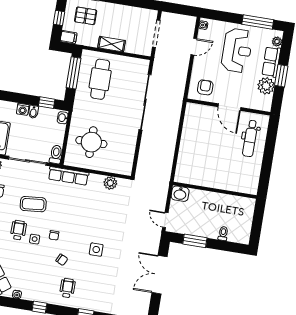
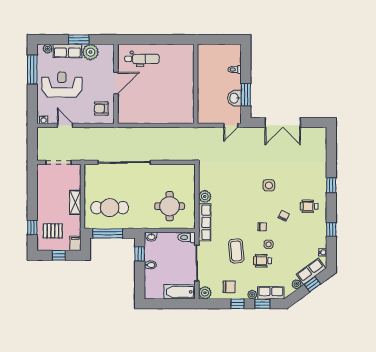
pallet: (86, 16) -> (53, 231), turned 90
washing machine: (23, 109) -> (150, 275), removed
plant: (110, 183) -> (205, 196), moved
washbasin: (180, 194) -> (234, 98), moved, turned 180

